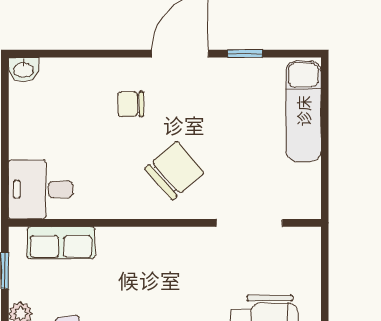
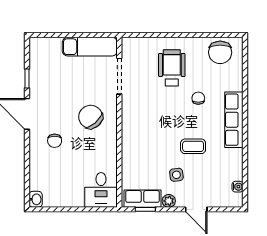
exam couch: (303, 111) -> (90, 47), moved
row of seats: (61, 243) -> (142, 199), moved, turned -90

